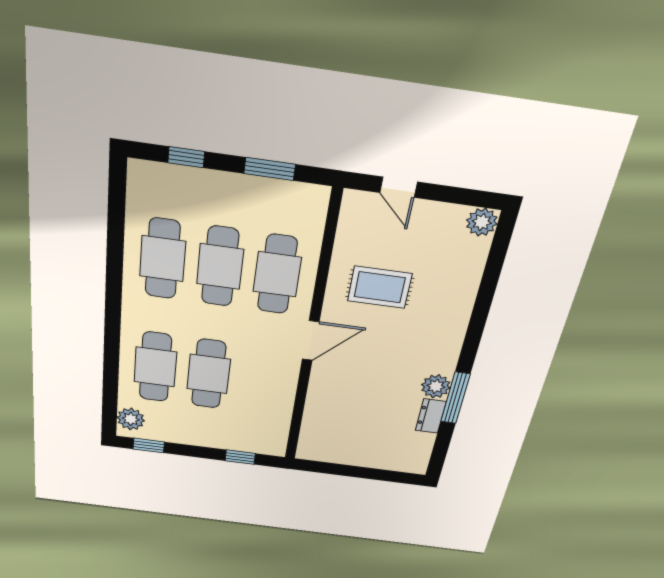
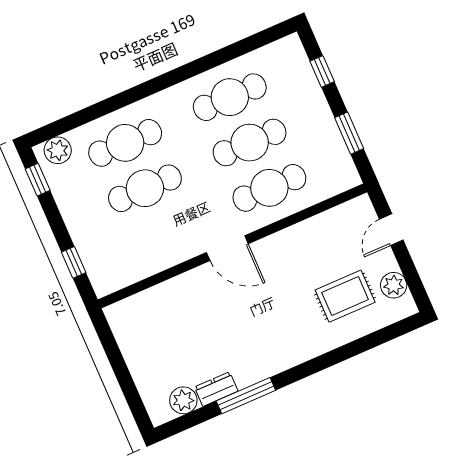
plant: (482, 222) -> (394, 285), moved
rug: (380, 287) -> (345, 296), moved, turned 90
plant: (436, 386) -> (183, 400), moved

